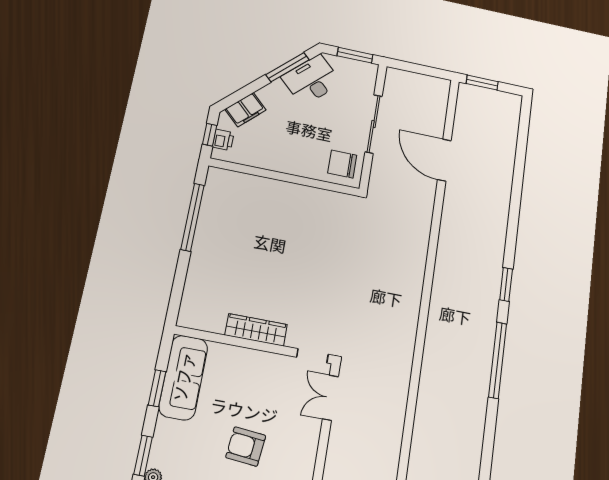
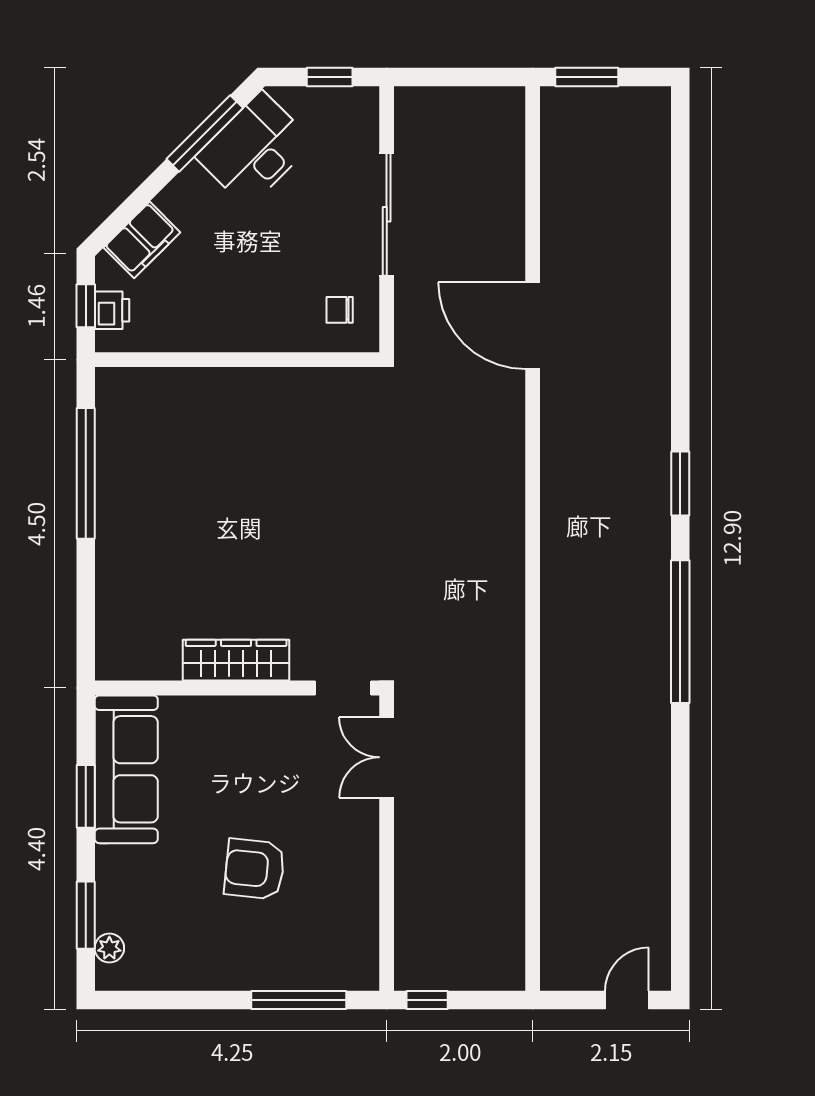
window: (355, 55) -> (330, 77), width x0.67
door: (444, 160) -> (533, 326), moved
chair: (342, 164) -> (340, 310), width x0.54, depth x0.54

